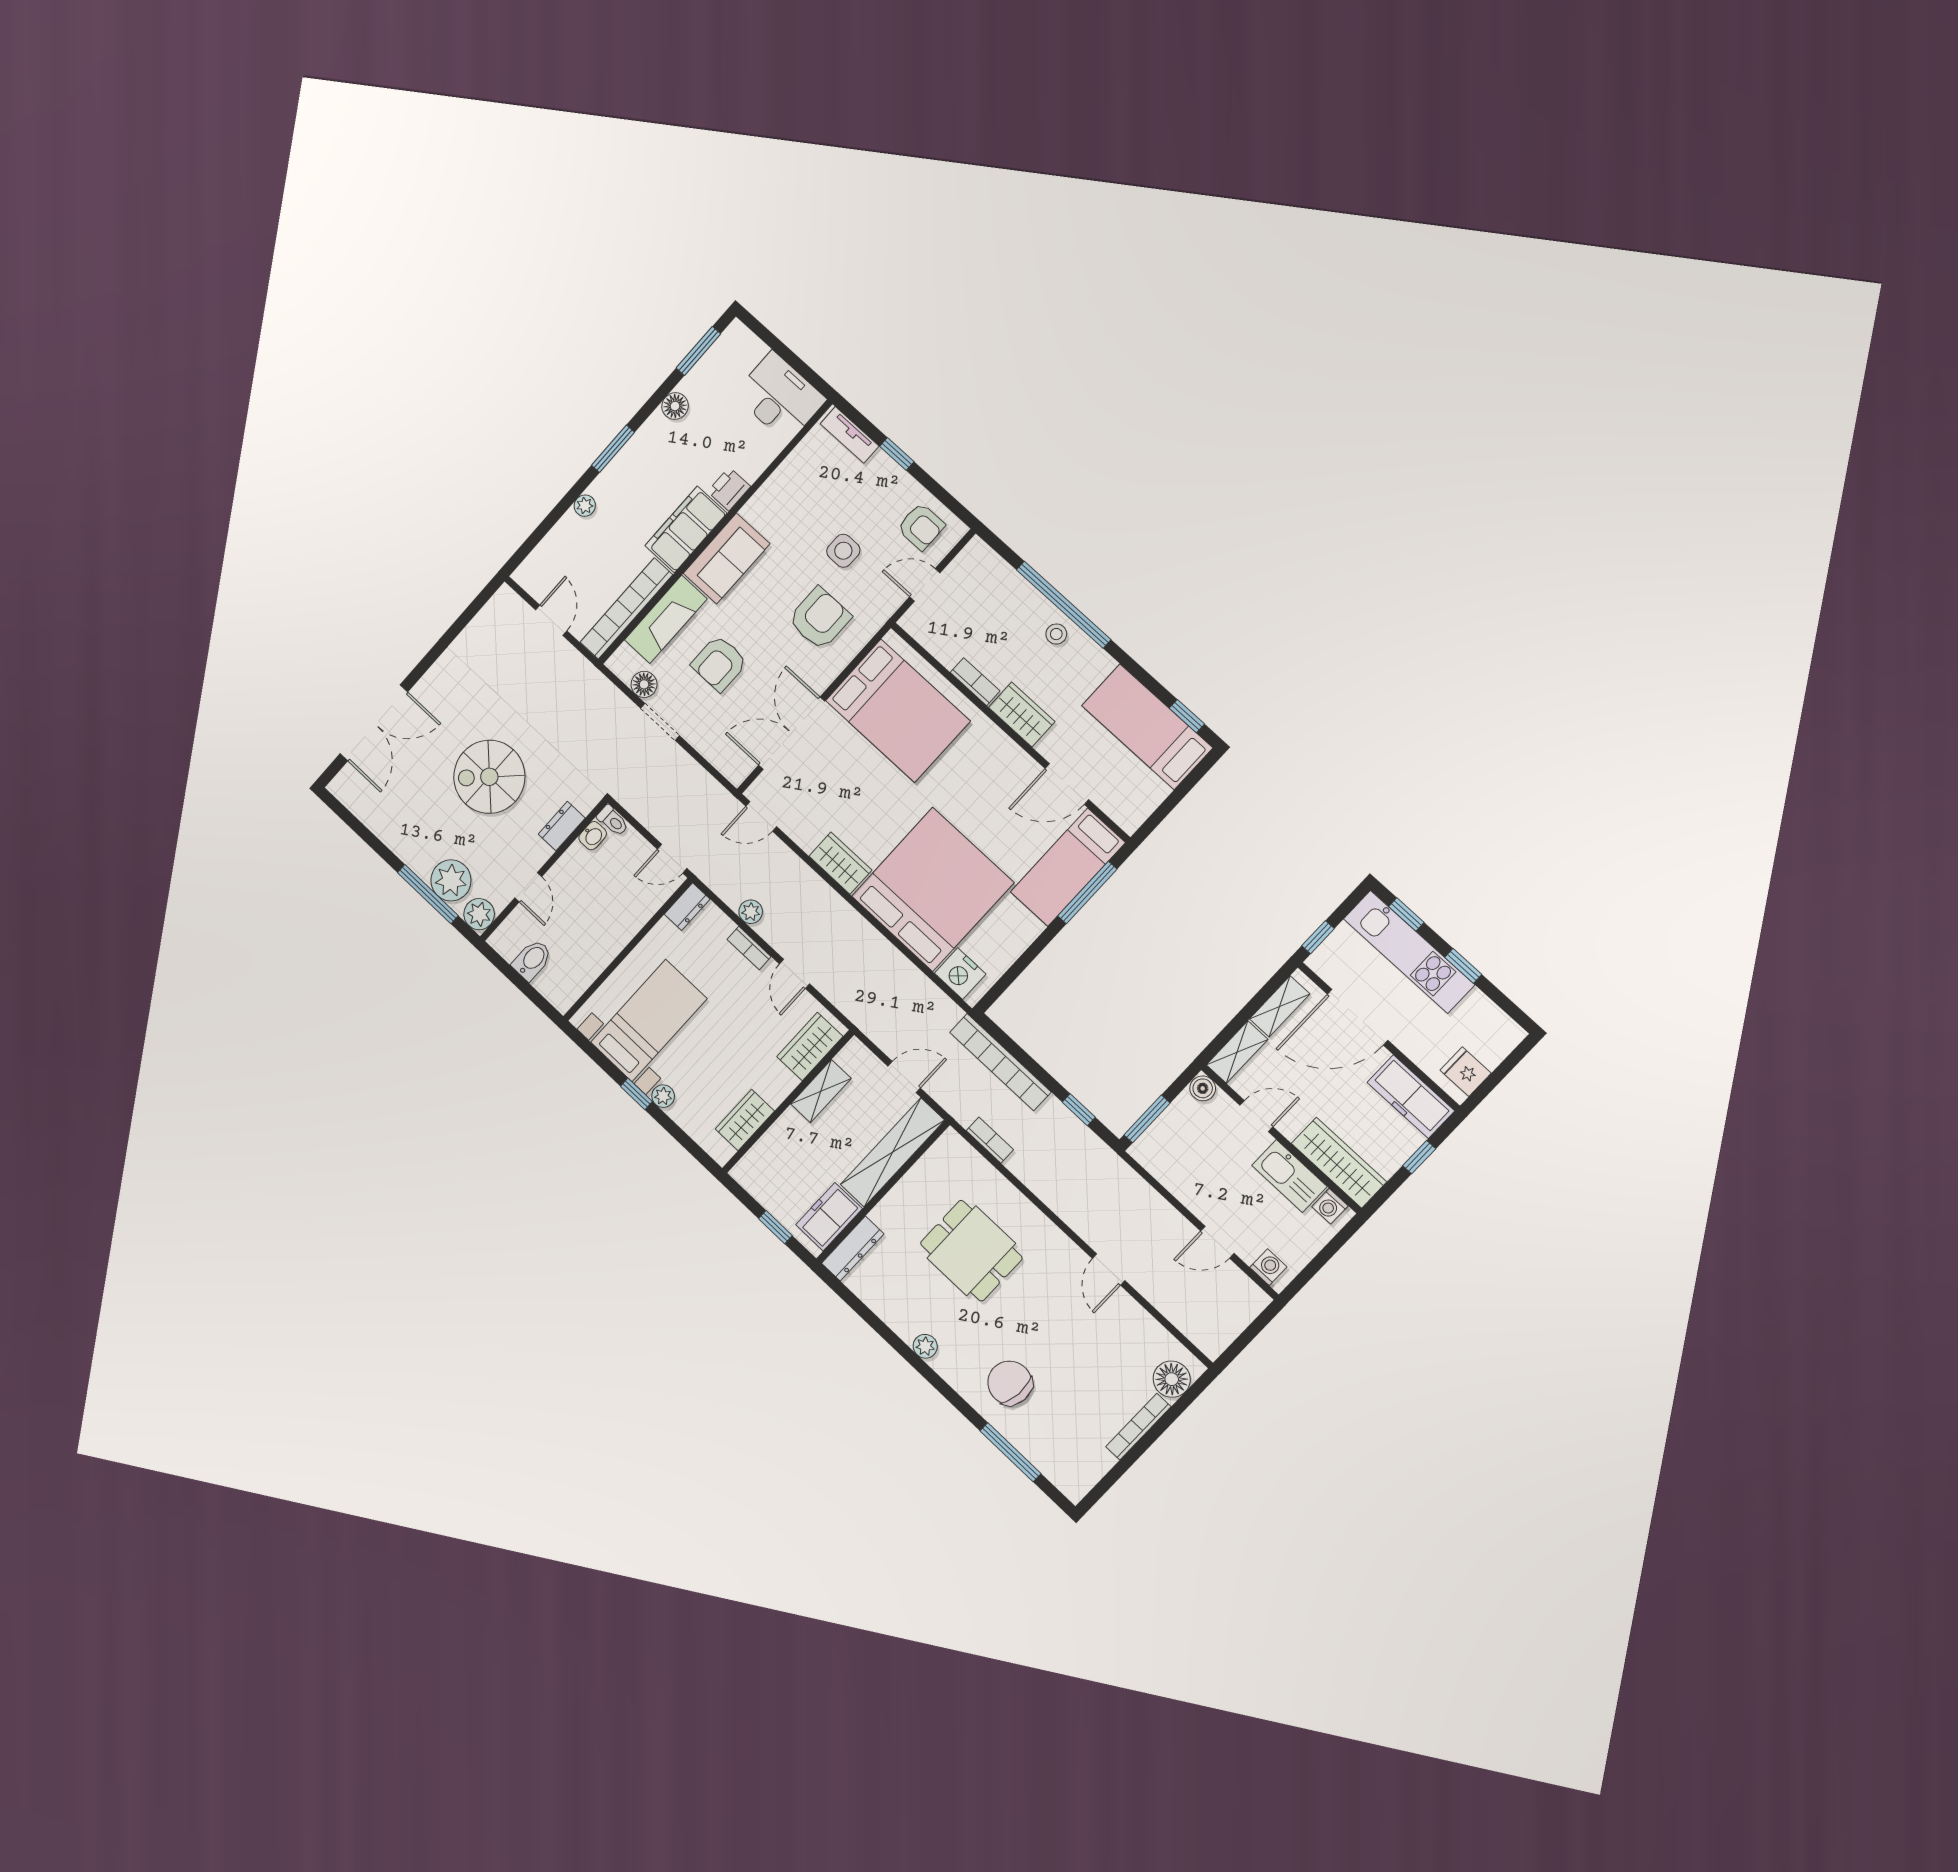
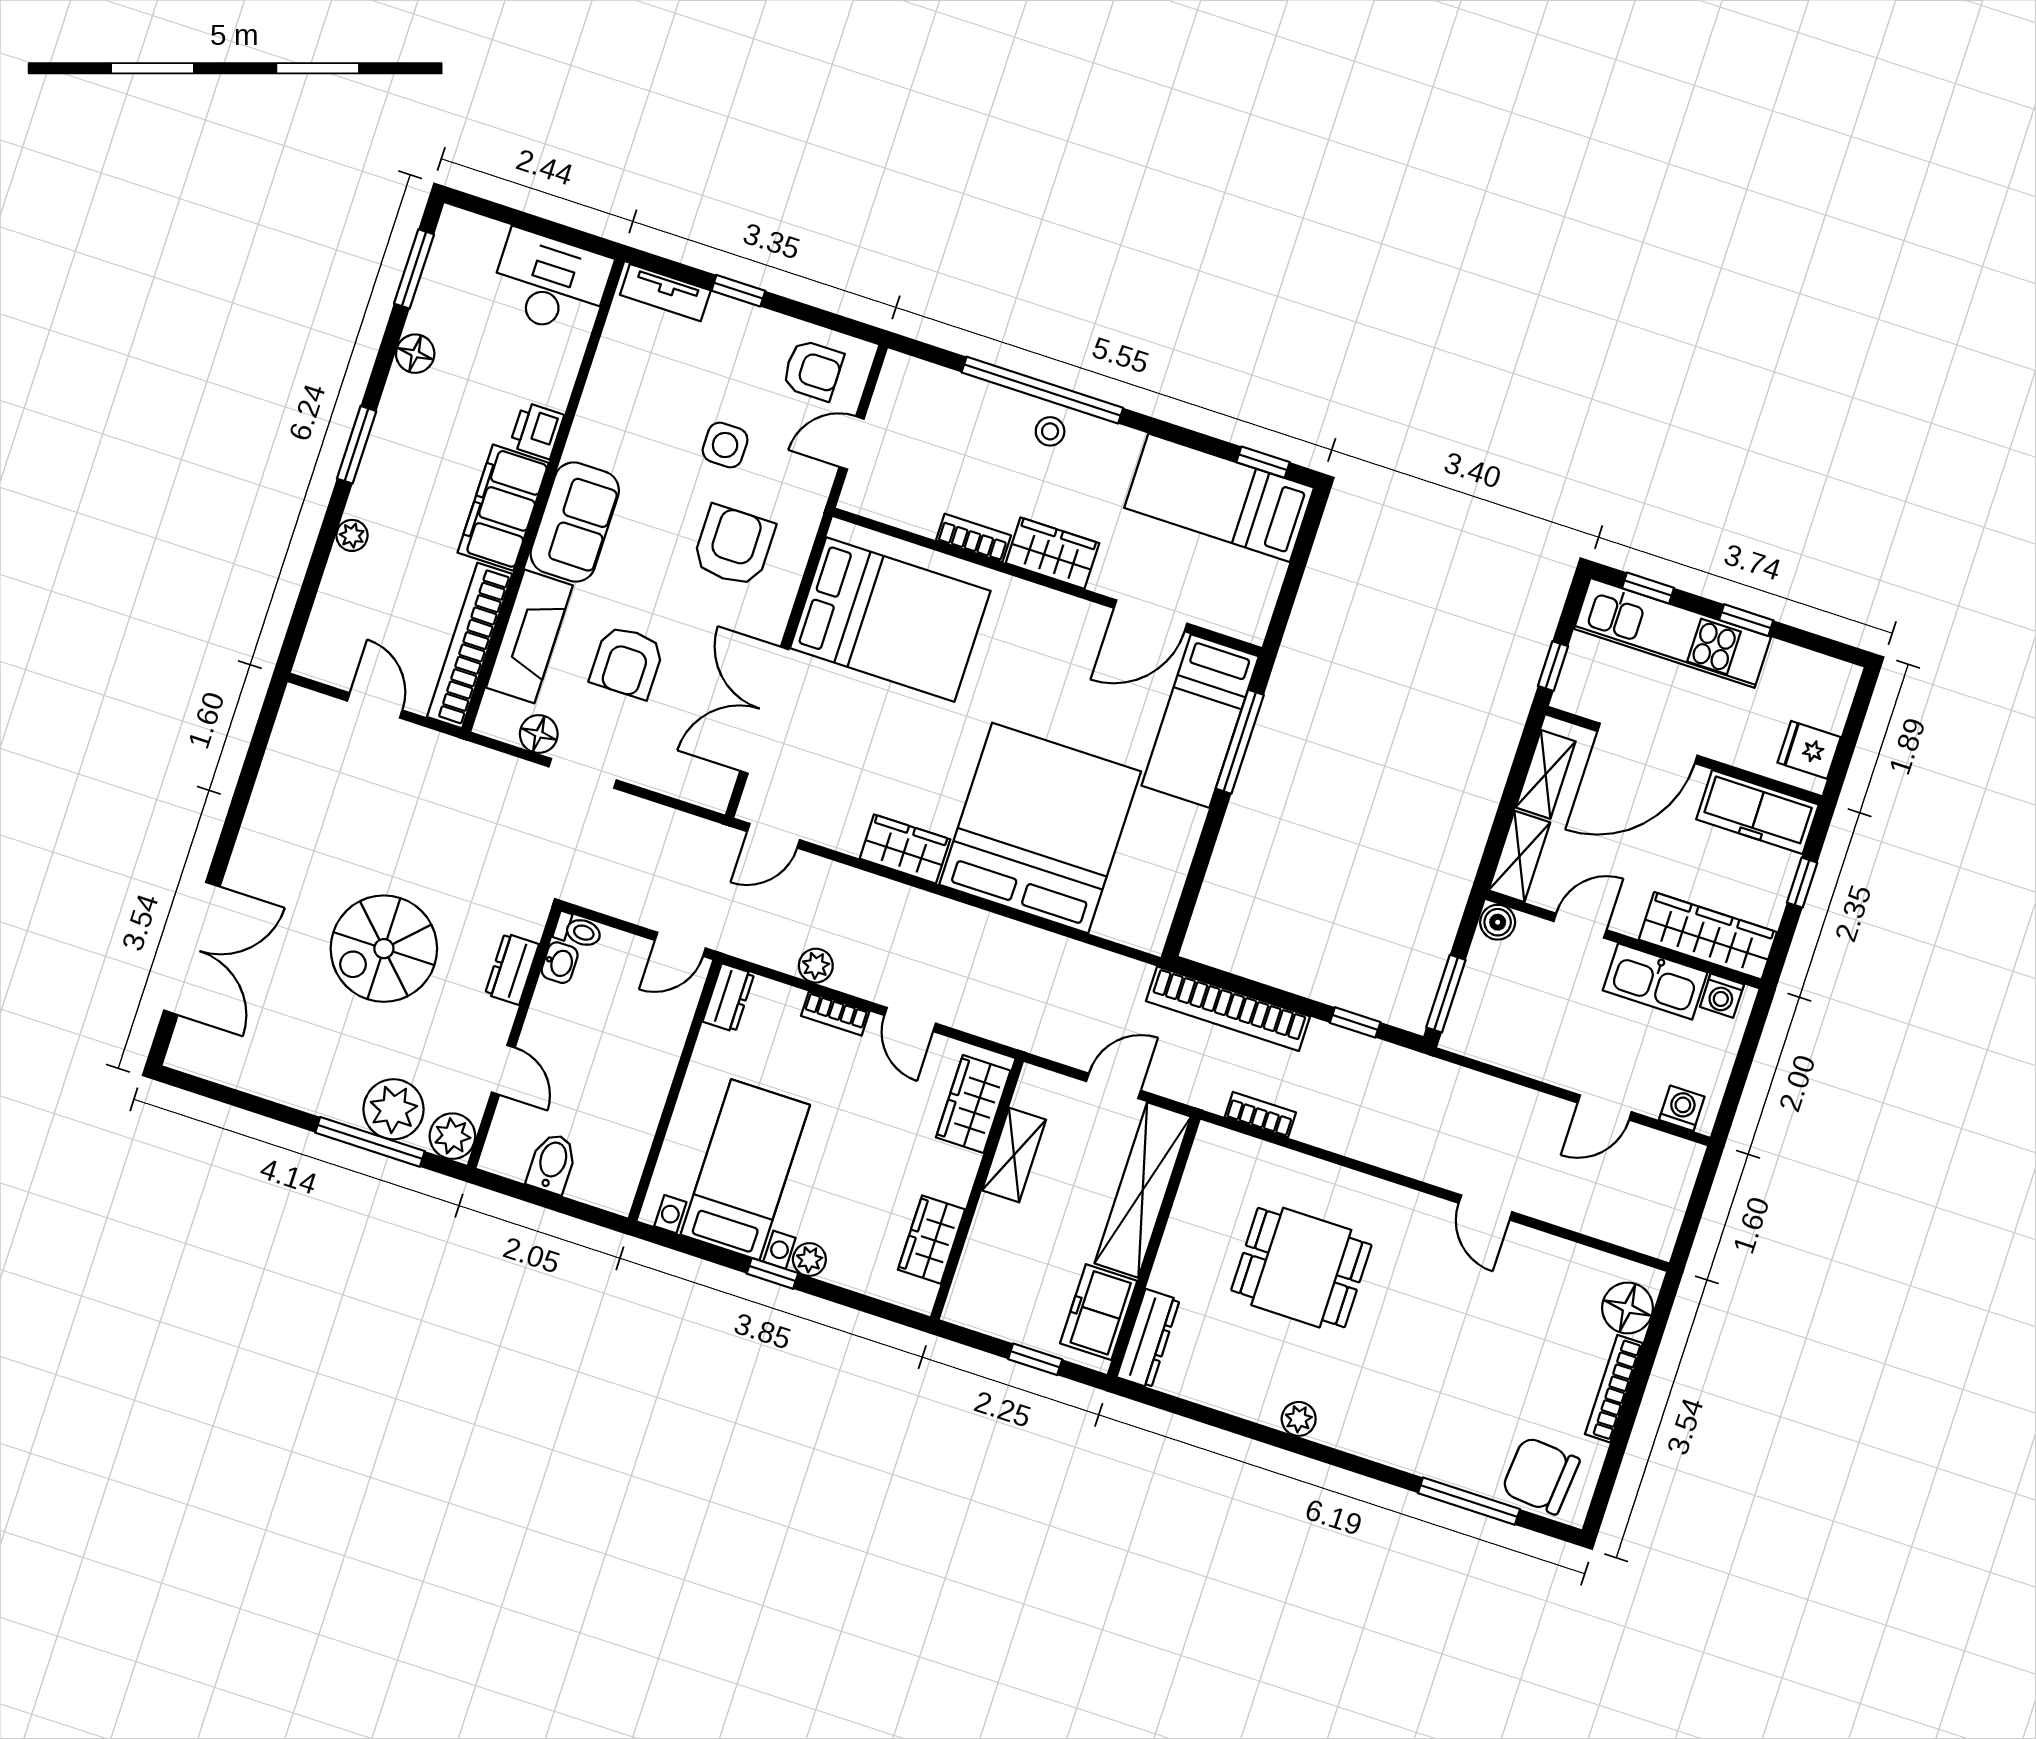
nightstand: (960, 974) -> (1125, 920), removed
chair: (1010, 1383) -> (1541, 1476), moved

